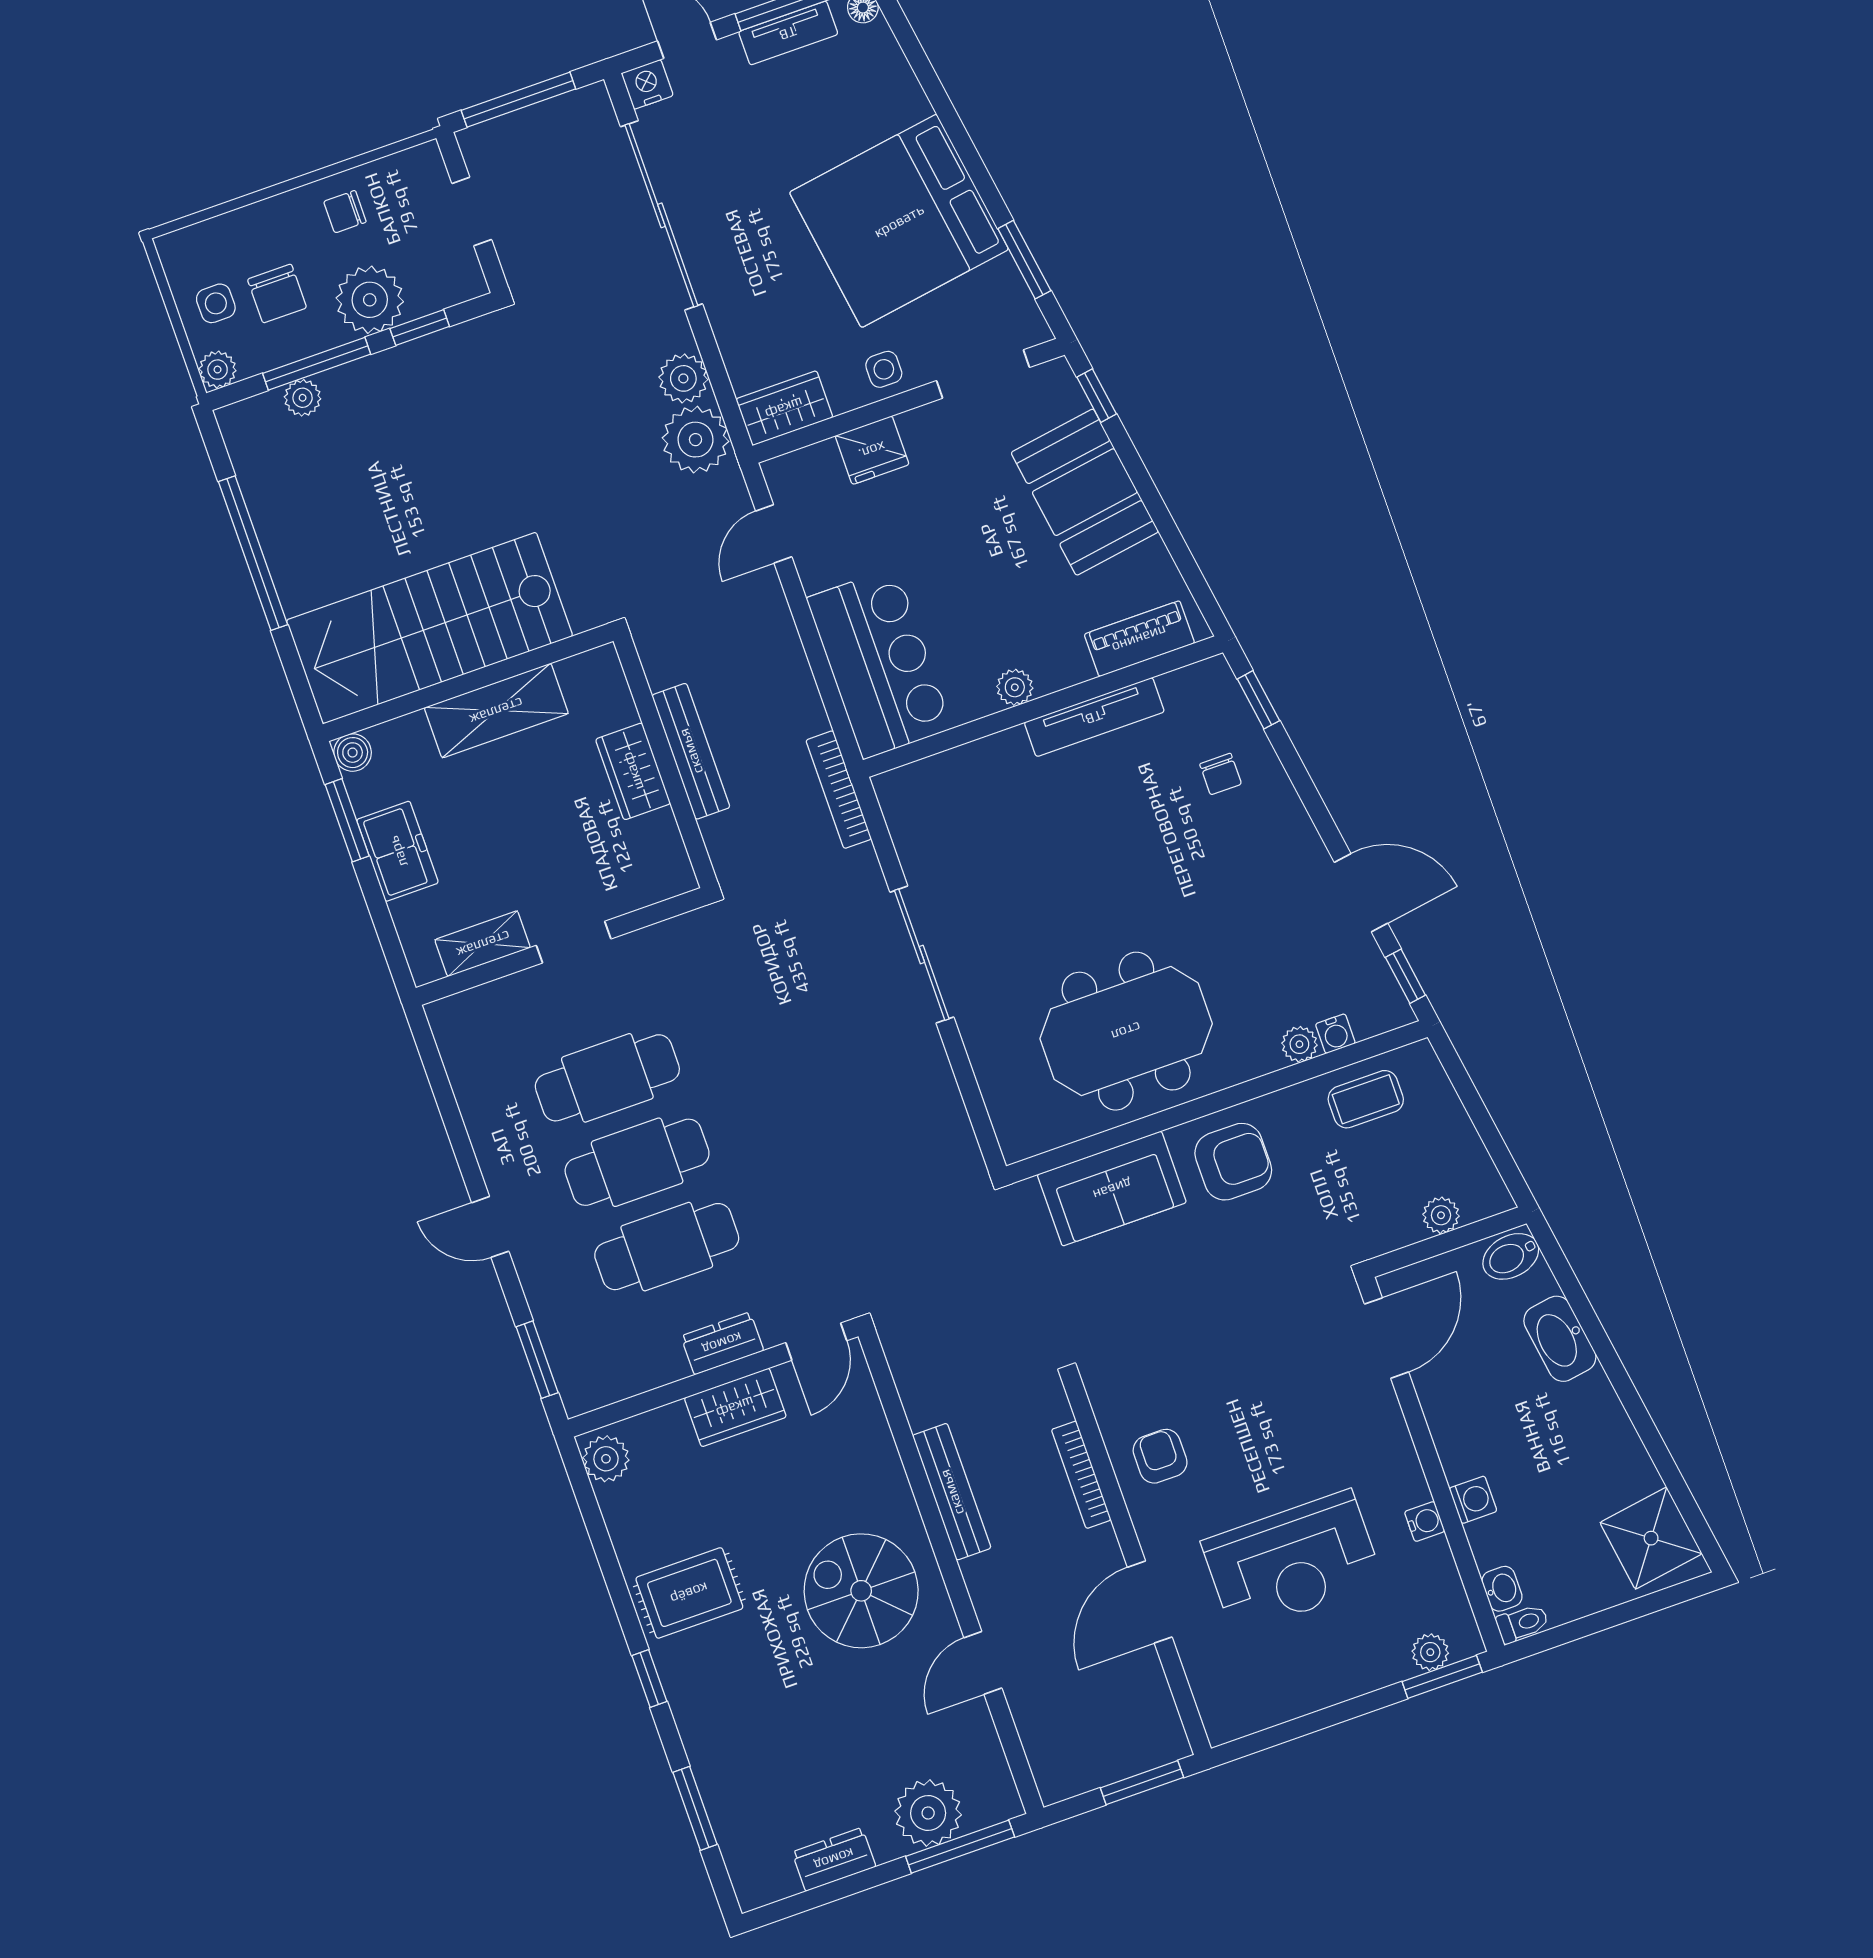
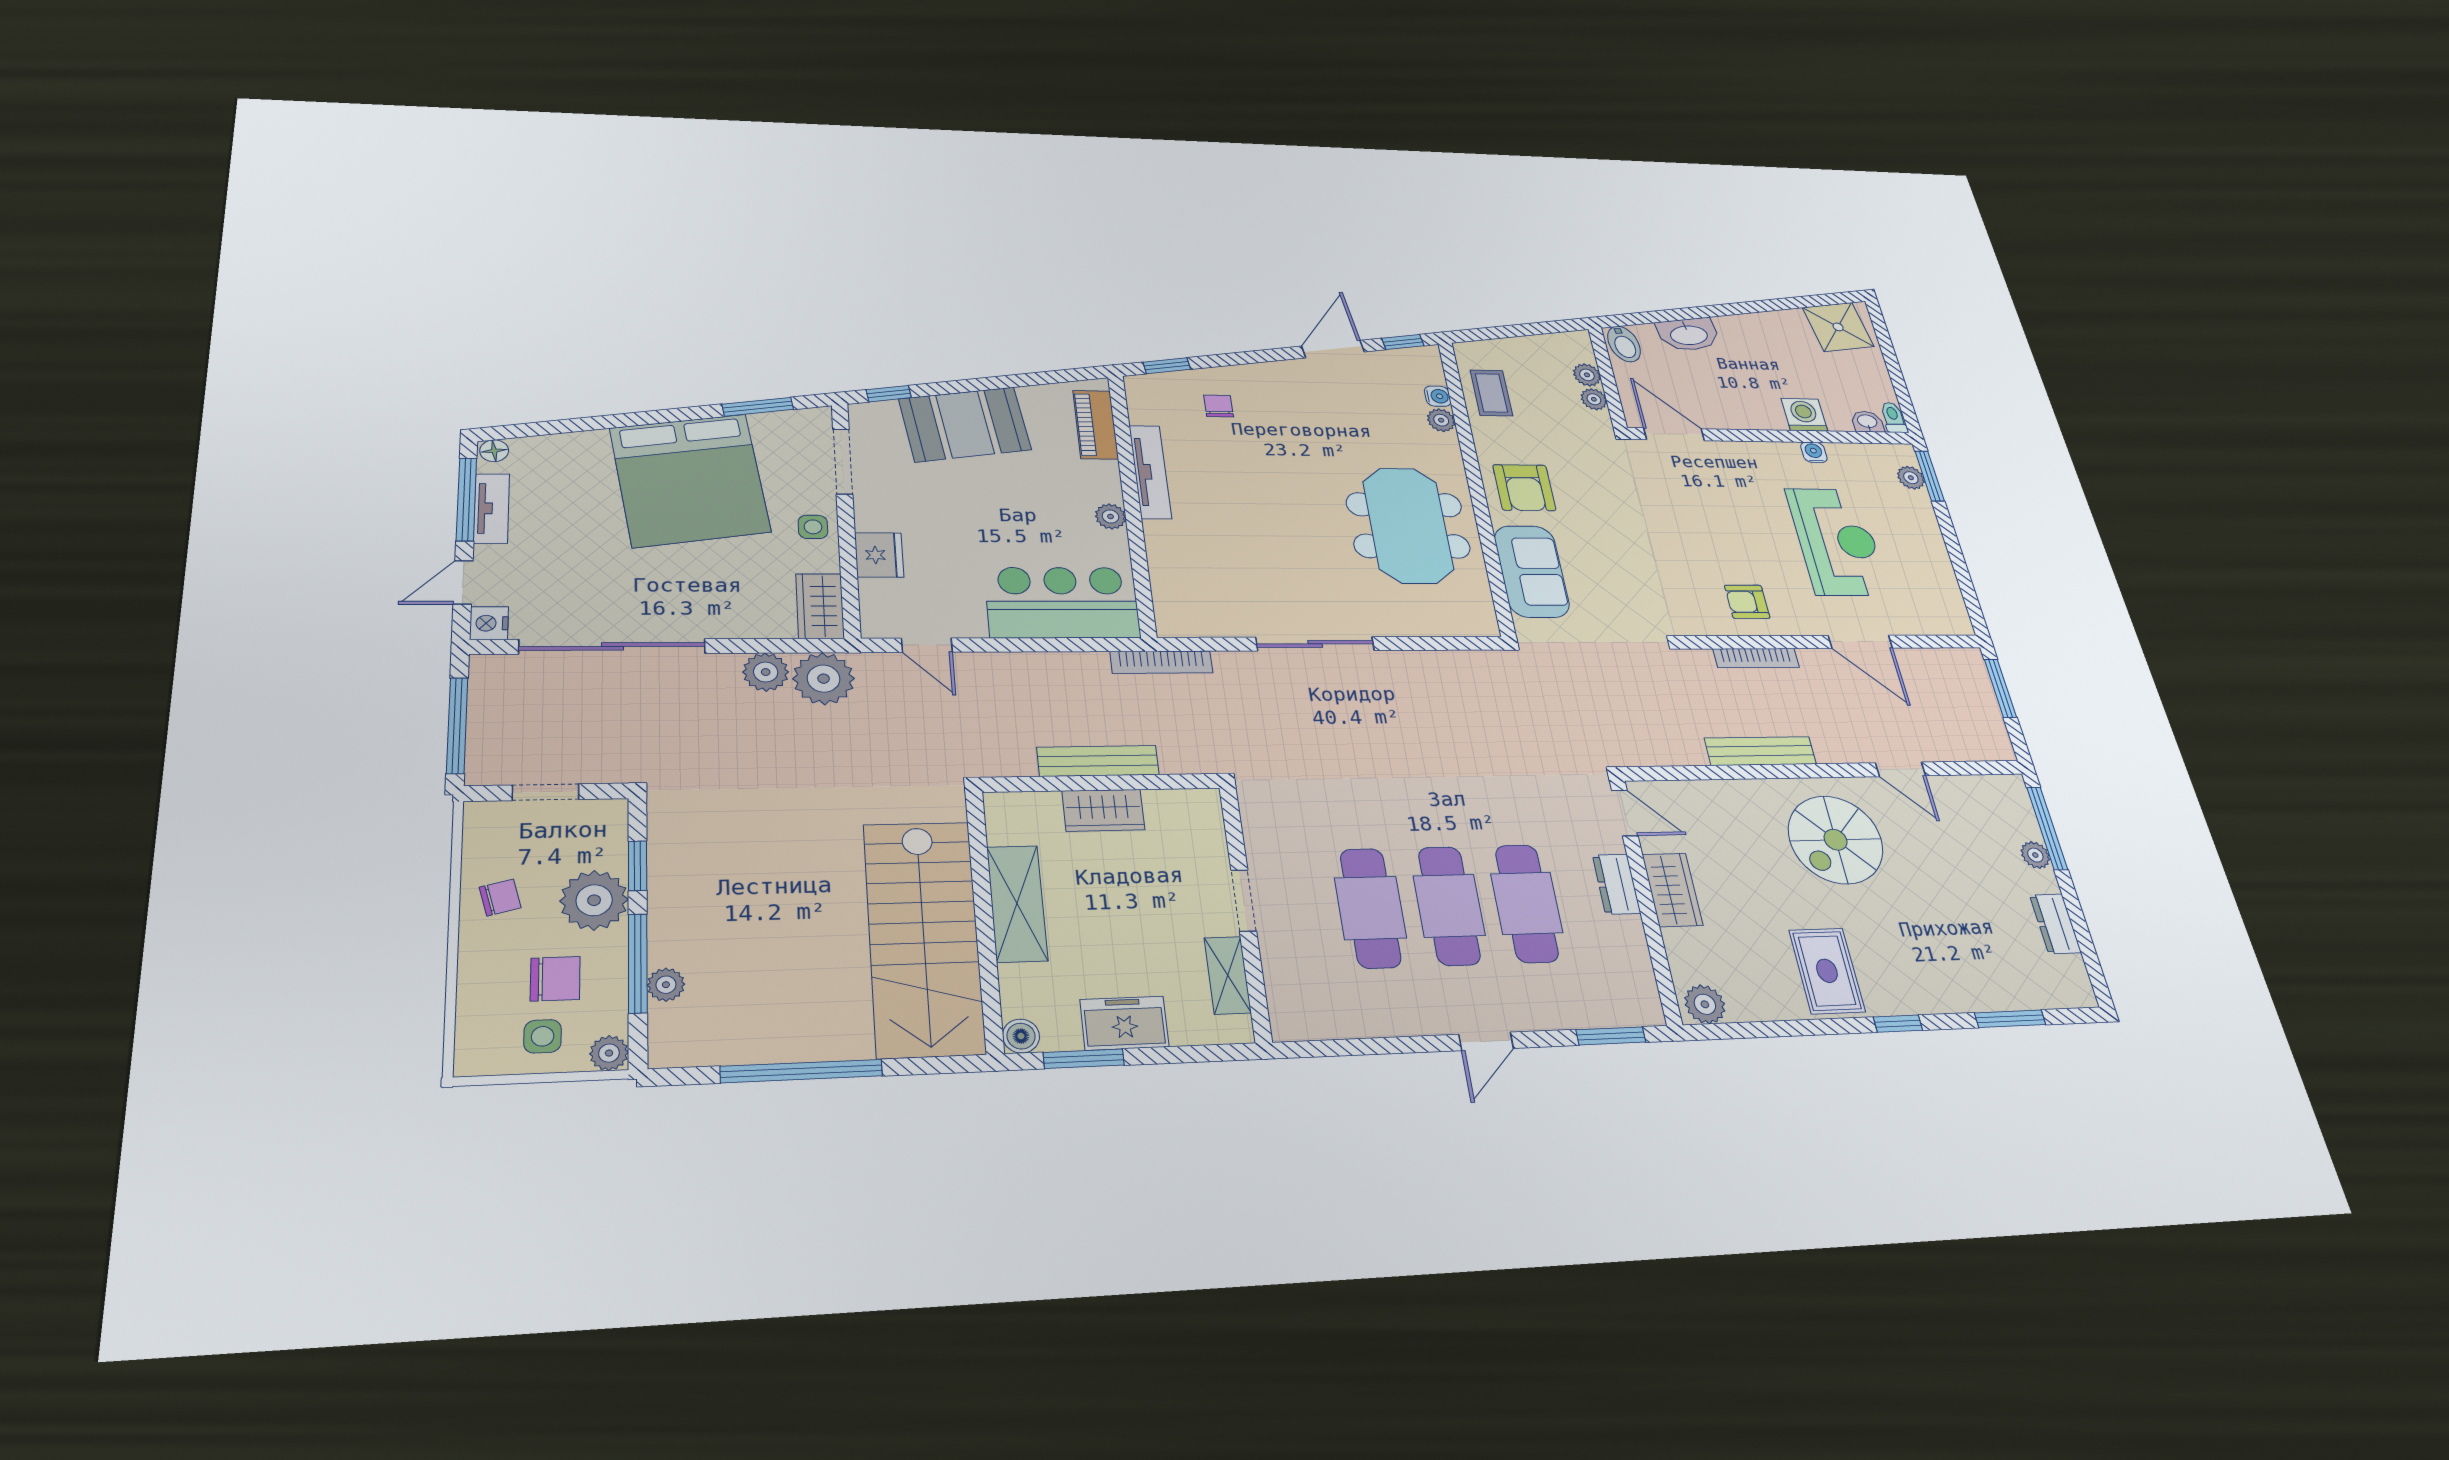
chair: (345, 212) -> (500, 898), turned -104
chair: (1221, 774) -> (1219, 406), turned -90
armchair: (1233, 1162) -> (1524, 488), turned 180
plant: (1405, 1229) -> (1594, 399), added
washing machine: (1473, 1500) -> (1804, 415), width x1.38, depth x1.38
plant: (928, 1813) -> (2035, 855), width x0.53, depth x0.53

